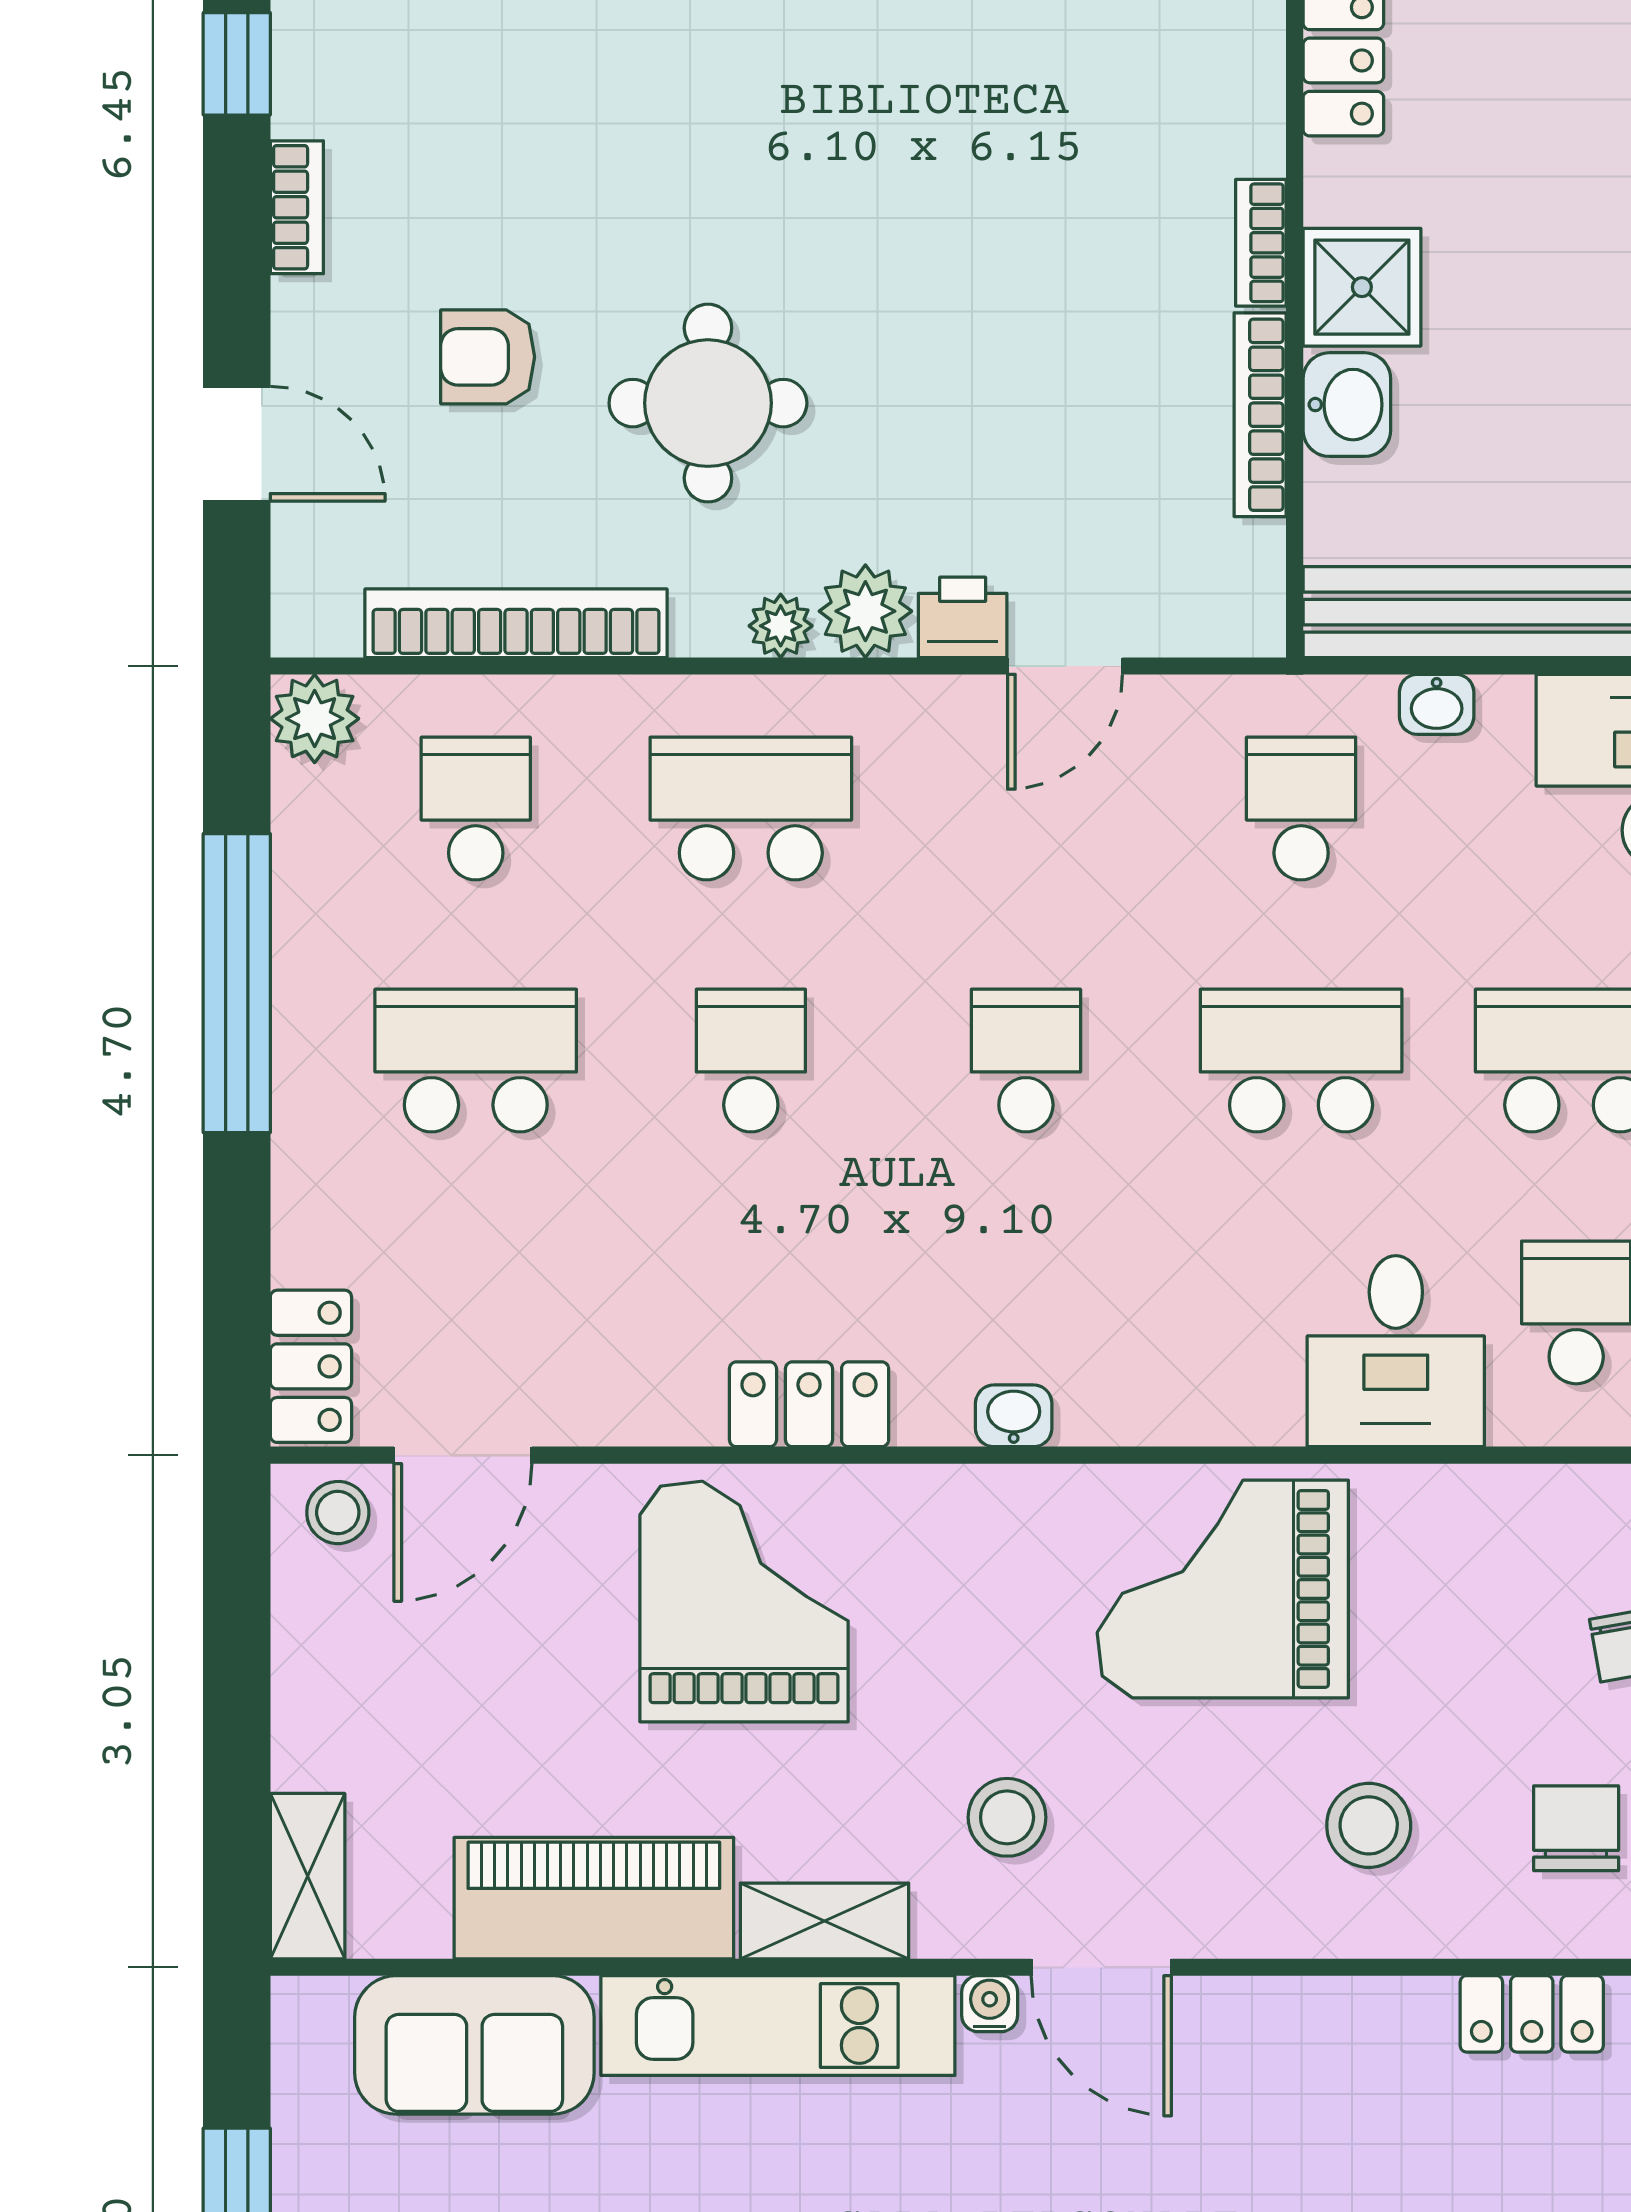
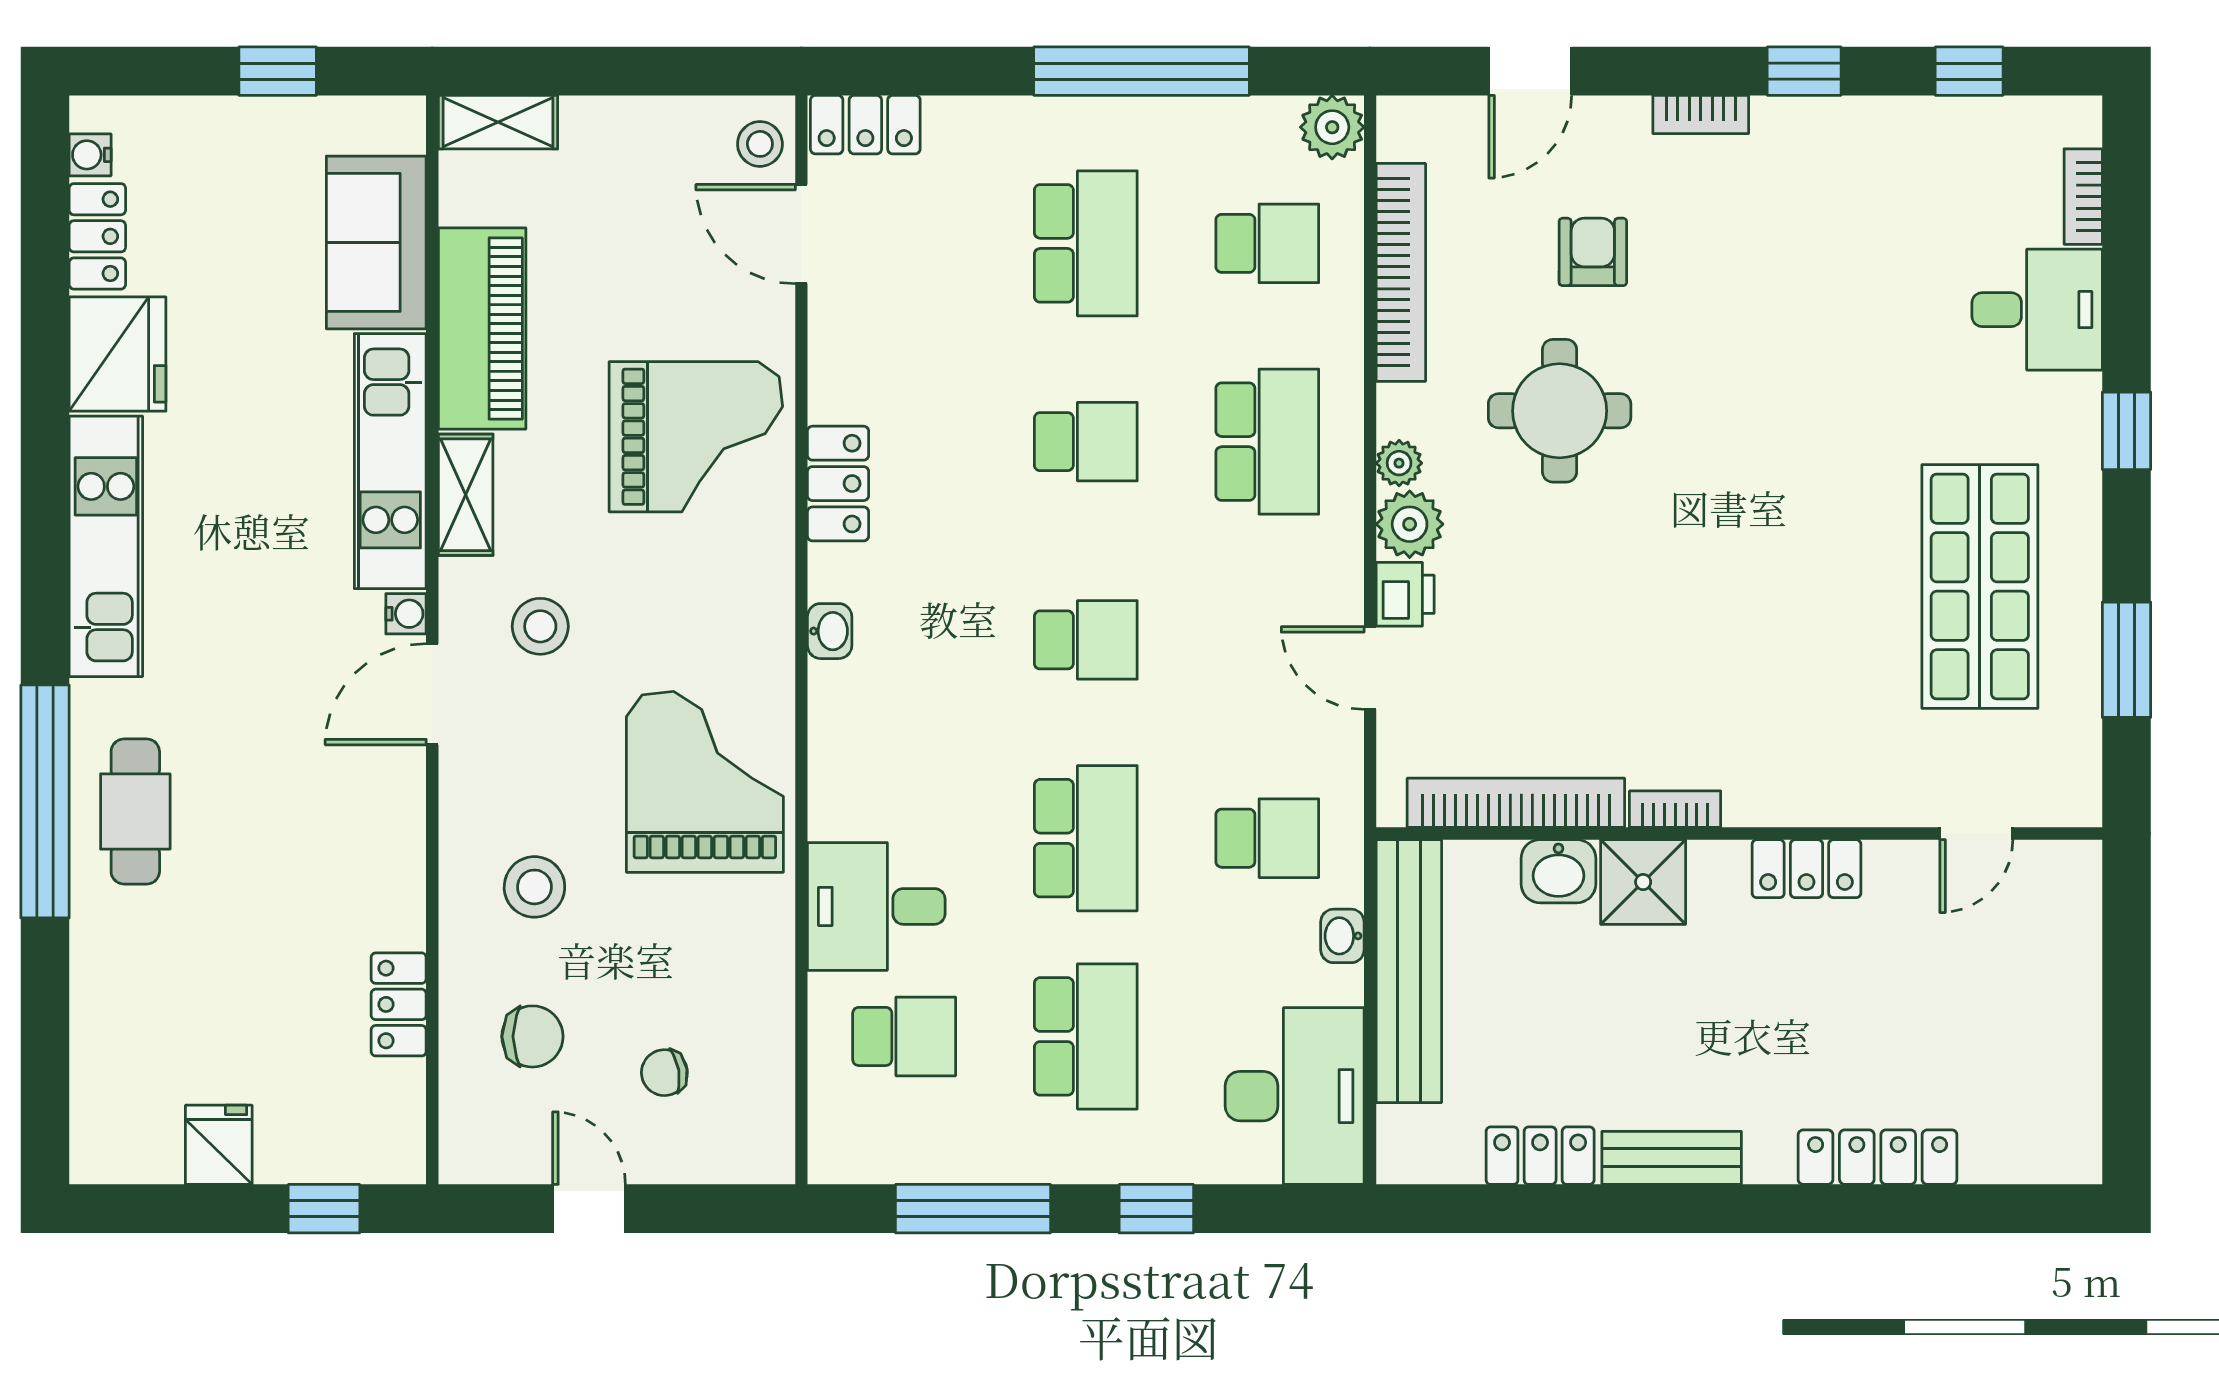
bookcase: (1260, 415) -> (1516, 803), width x1.48, depth x1.31

